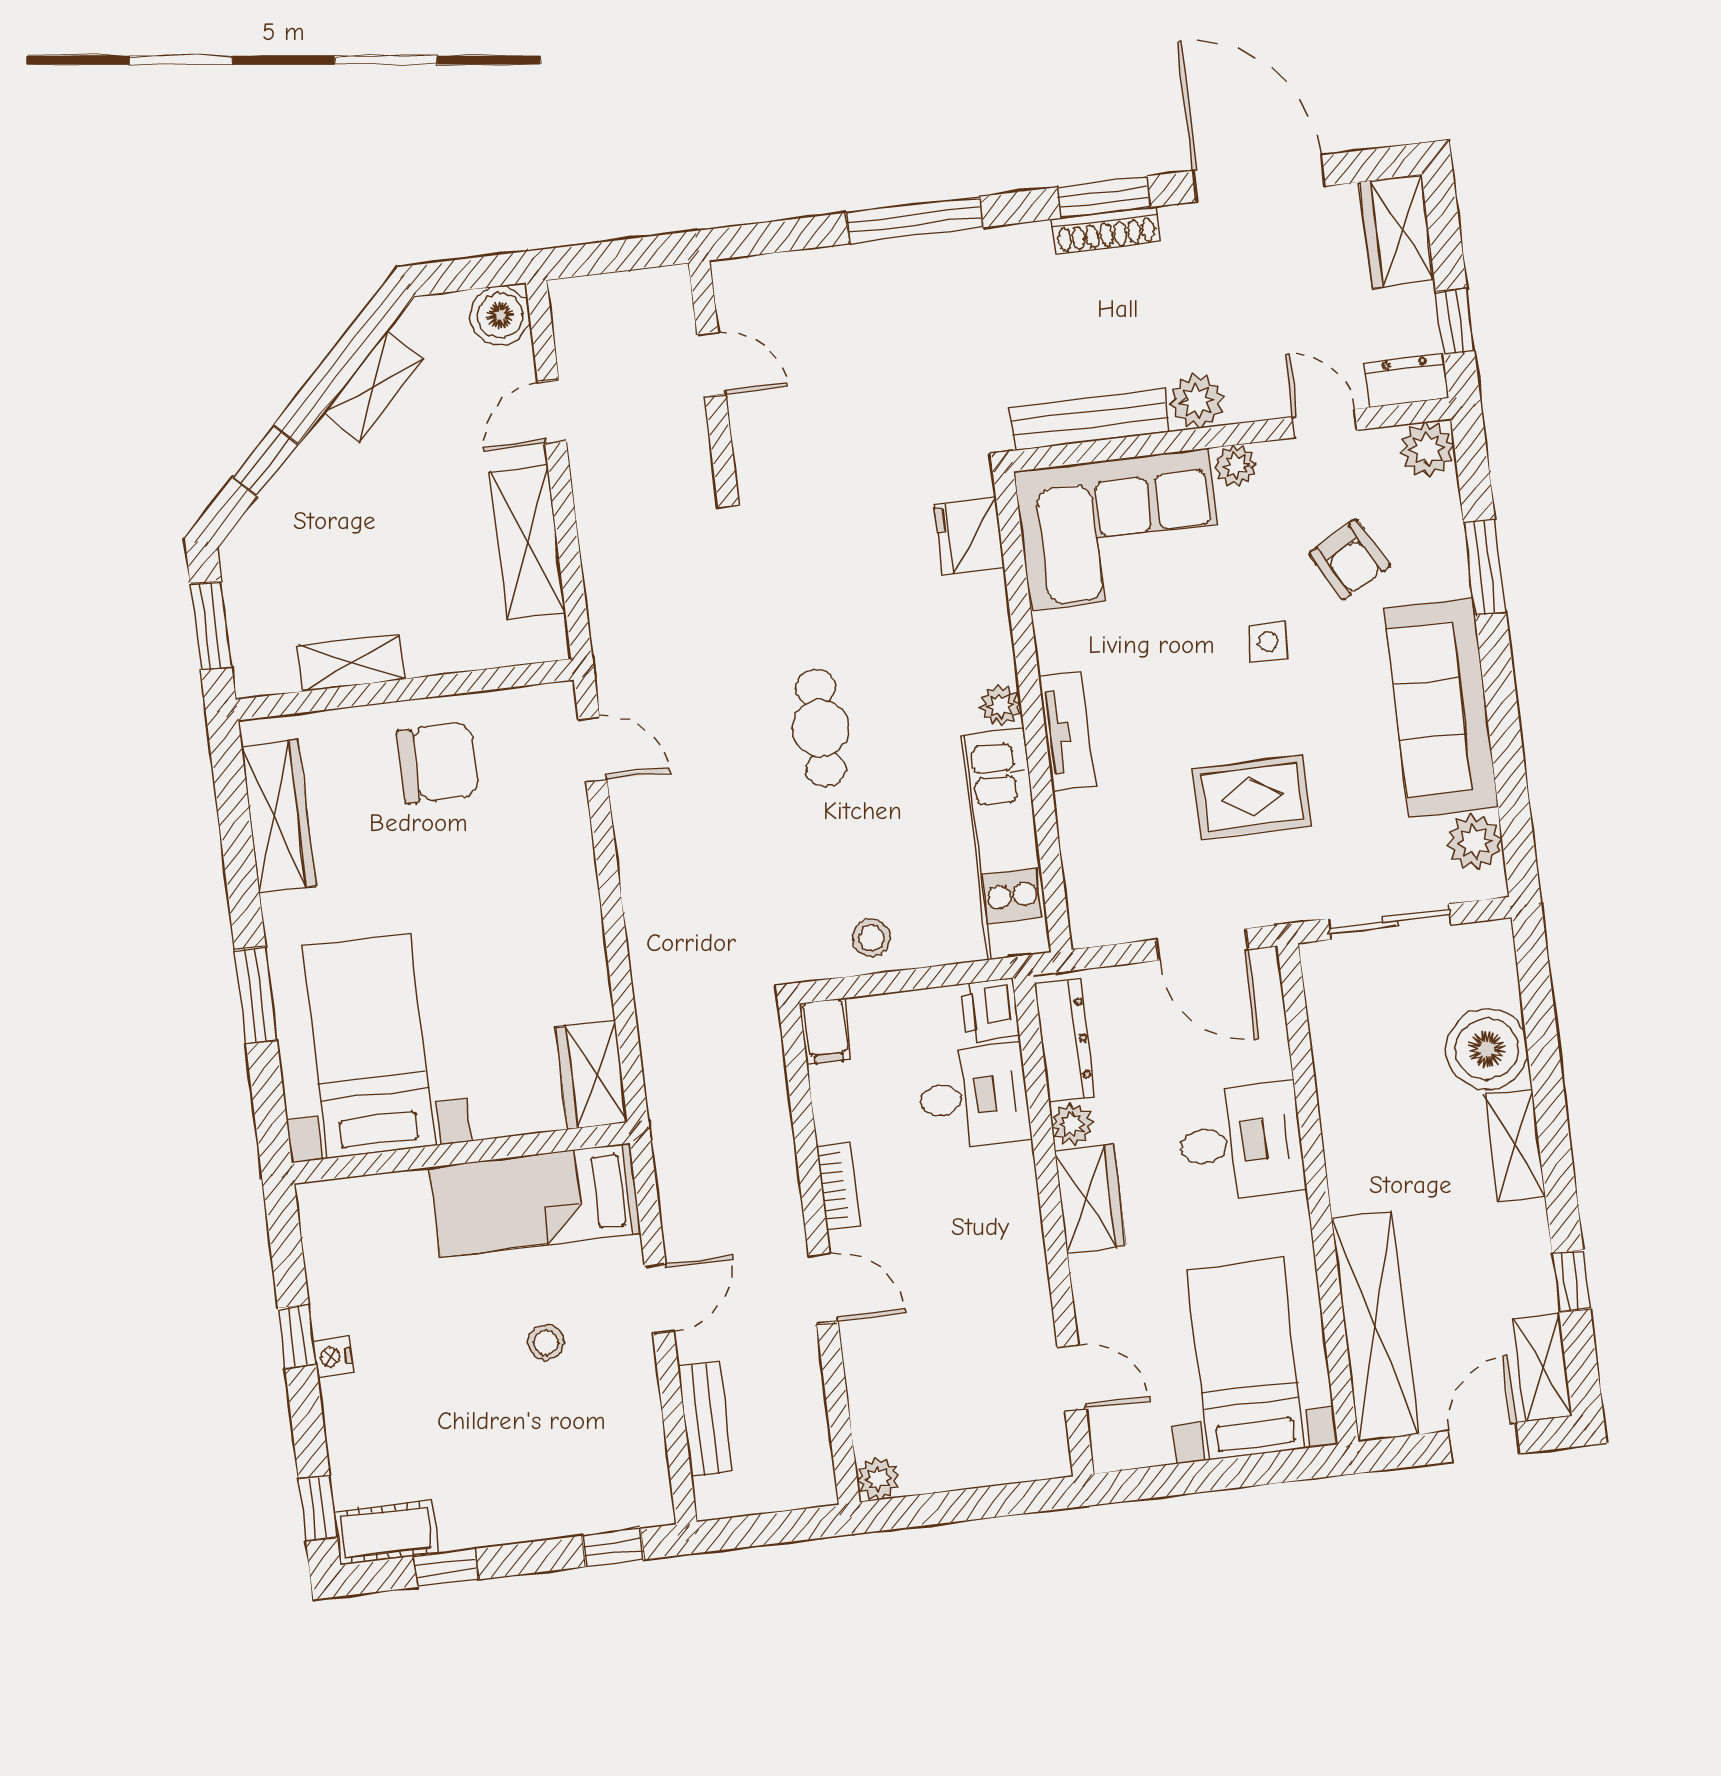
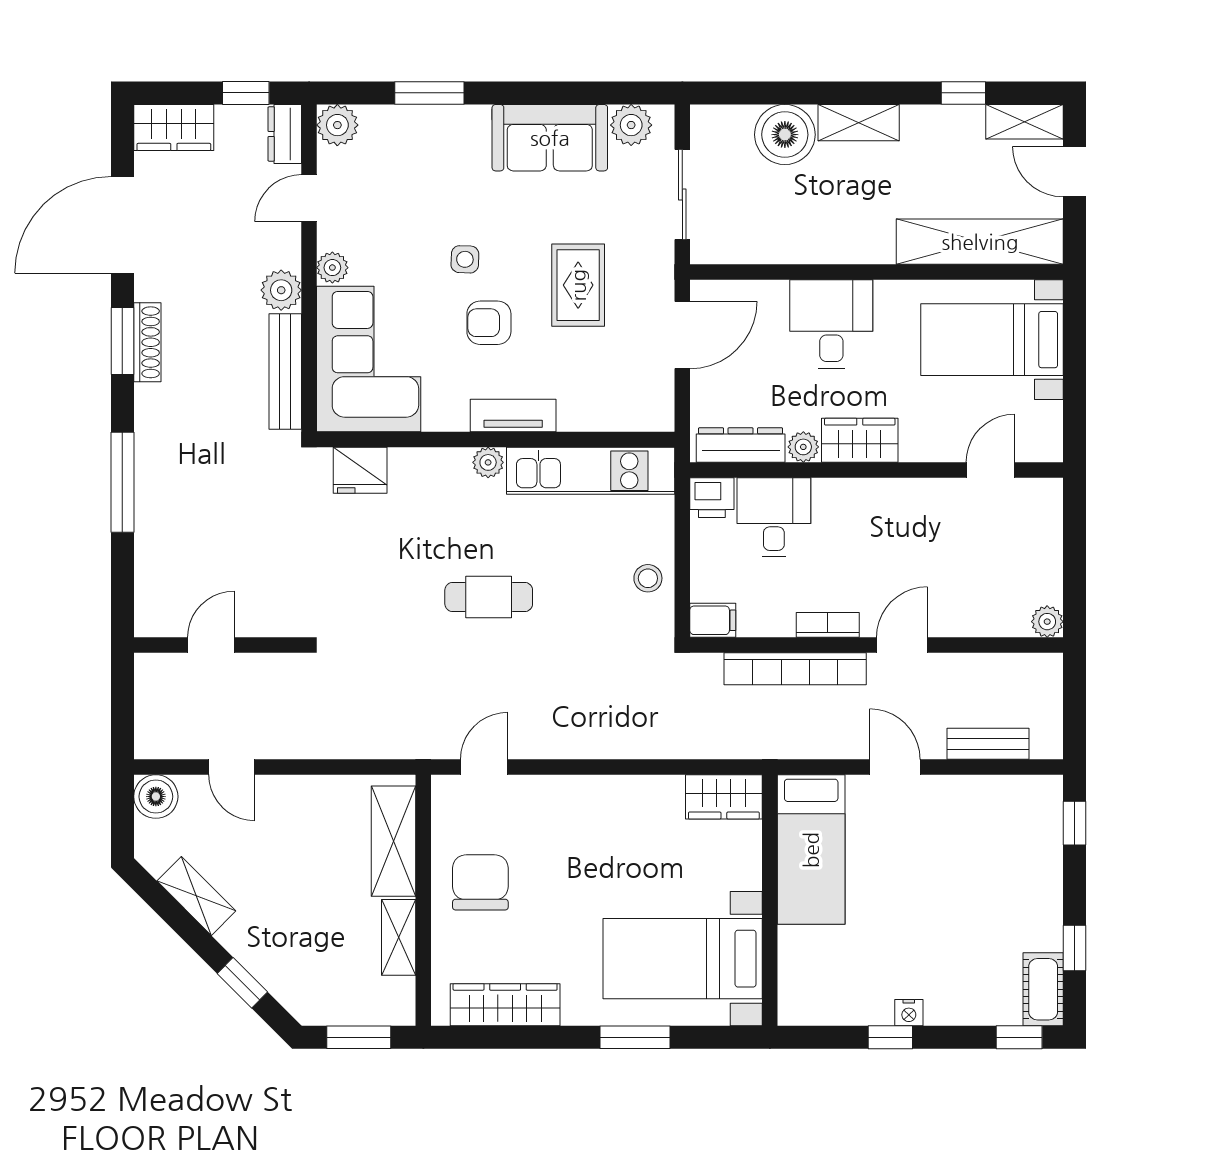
shelving: (527, 543) -> (394, 841), moved, turned 90
armchair: (1350, 560) -> (489, 323), moved, turned -151
sofa: (1441, 708) -> (550, 138), width x0.73
bookcase: (774, 1149) -> (795, 669), added
stool: (546, 1342) -> (917, 854), removed

